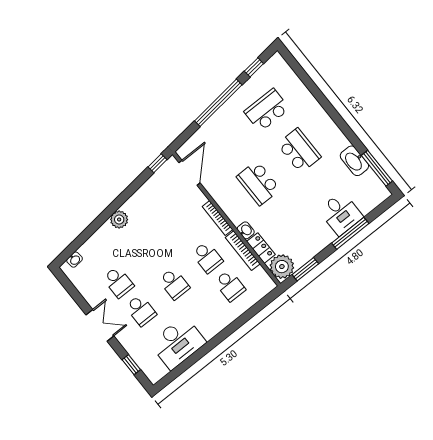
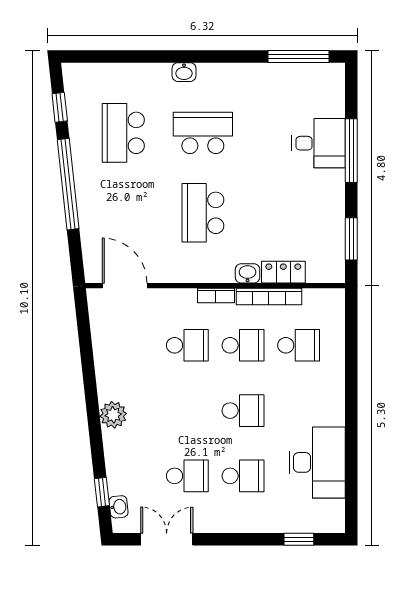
washbasin: (354, 161) -> (184, 72), moved, width x0.52, depth x0.69
window: (158, 163) -> (102, 492), moved
school desk: (258, 183) -> (203, 213), turned 90
bookcase: (217, 218) -> (216, 295), width x0.64
school desk: (185, 229) -> (187, 345), added
plant: (282, 267) -> (326, 265), removed
double door: (100, 325) -> (167, 539), moved

